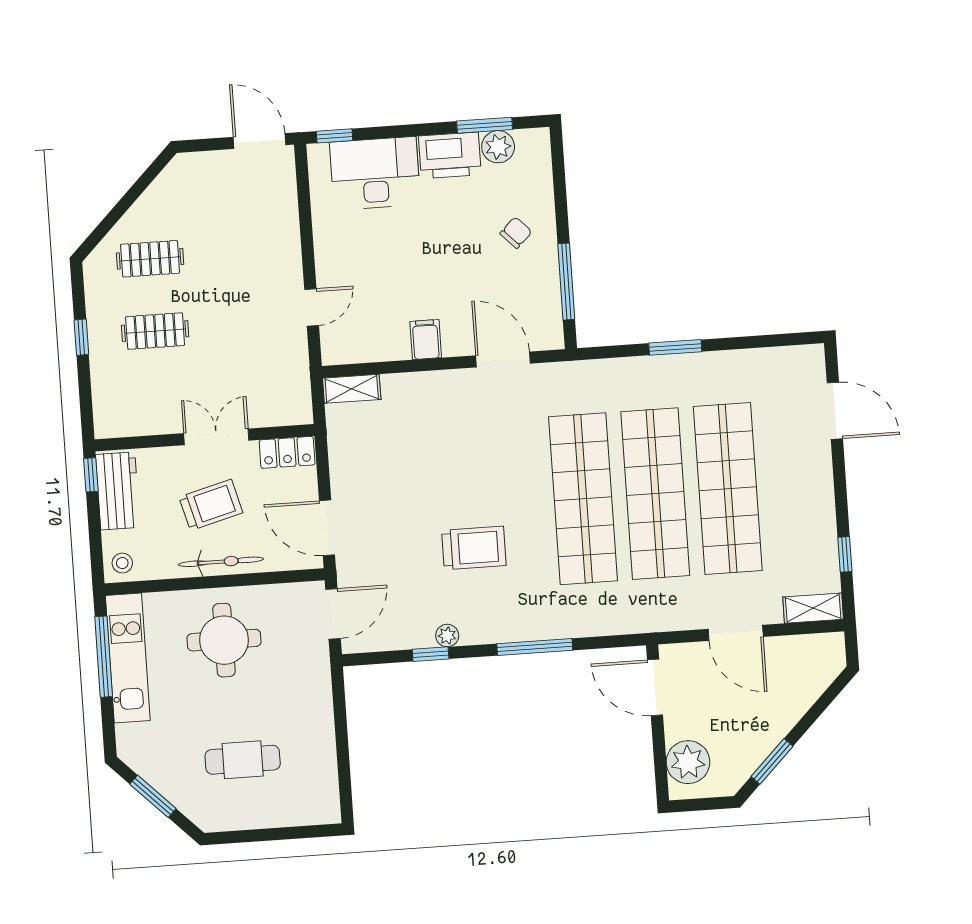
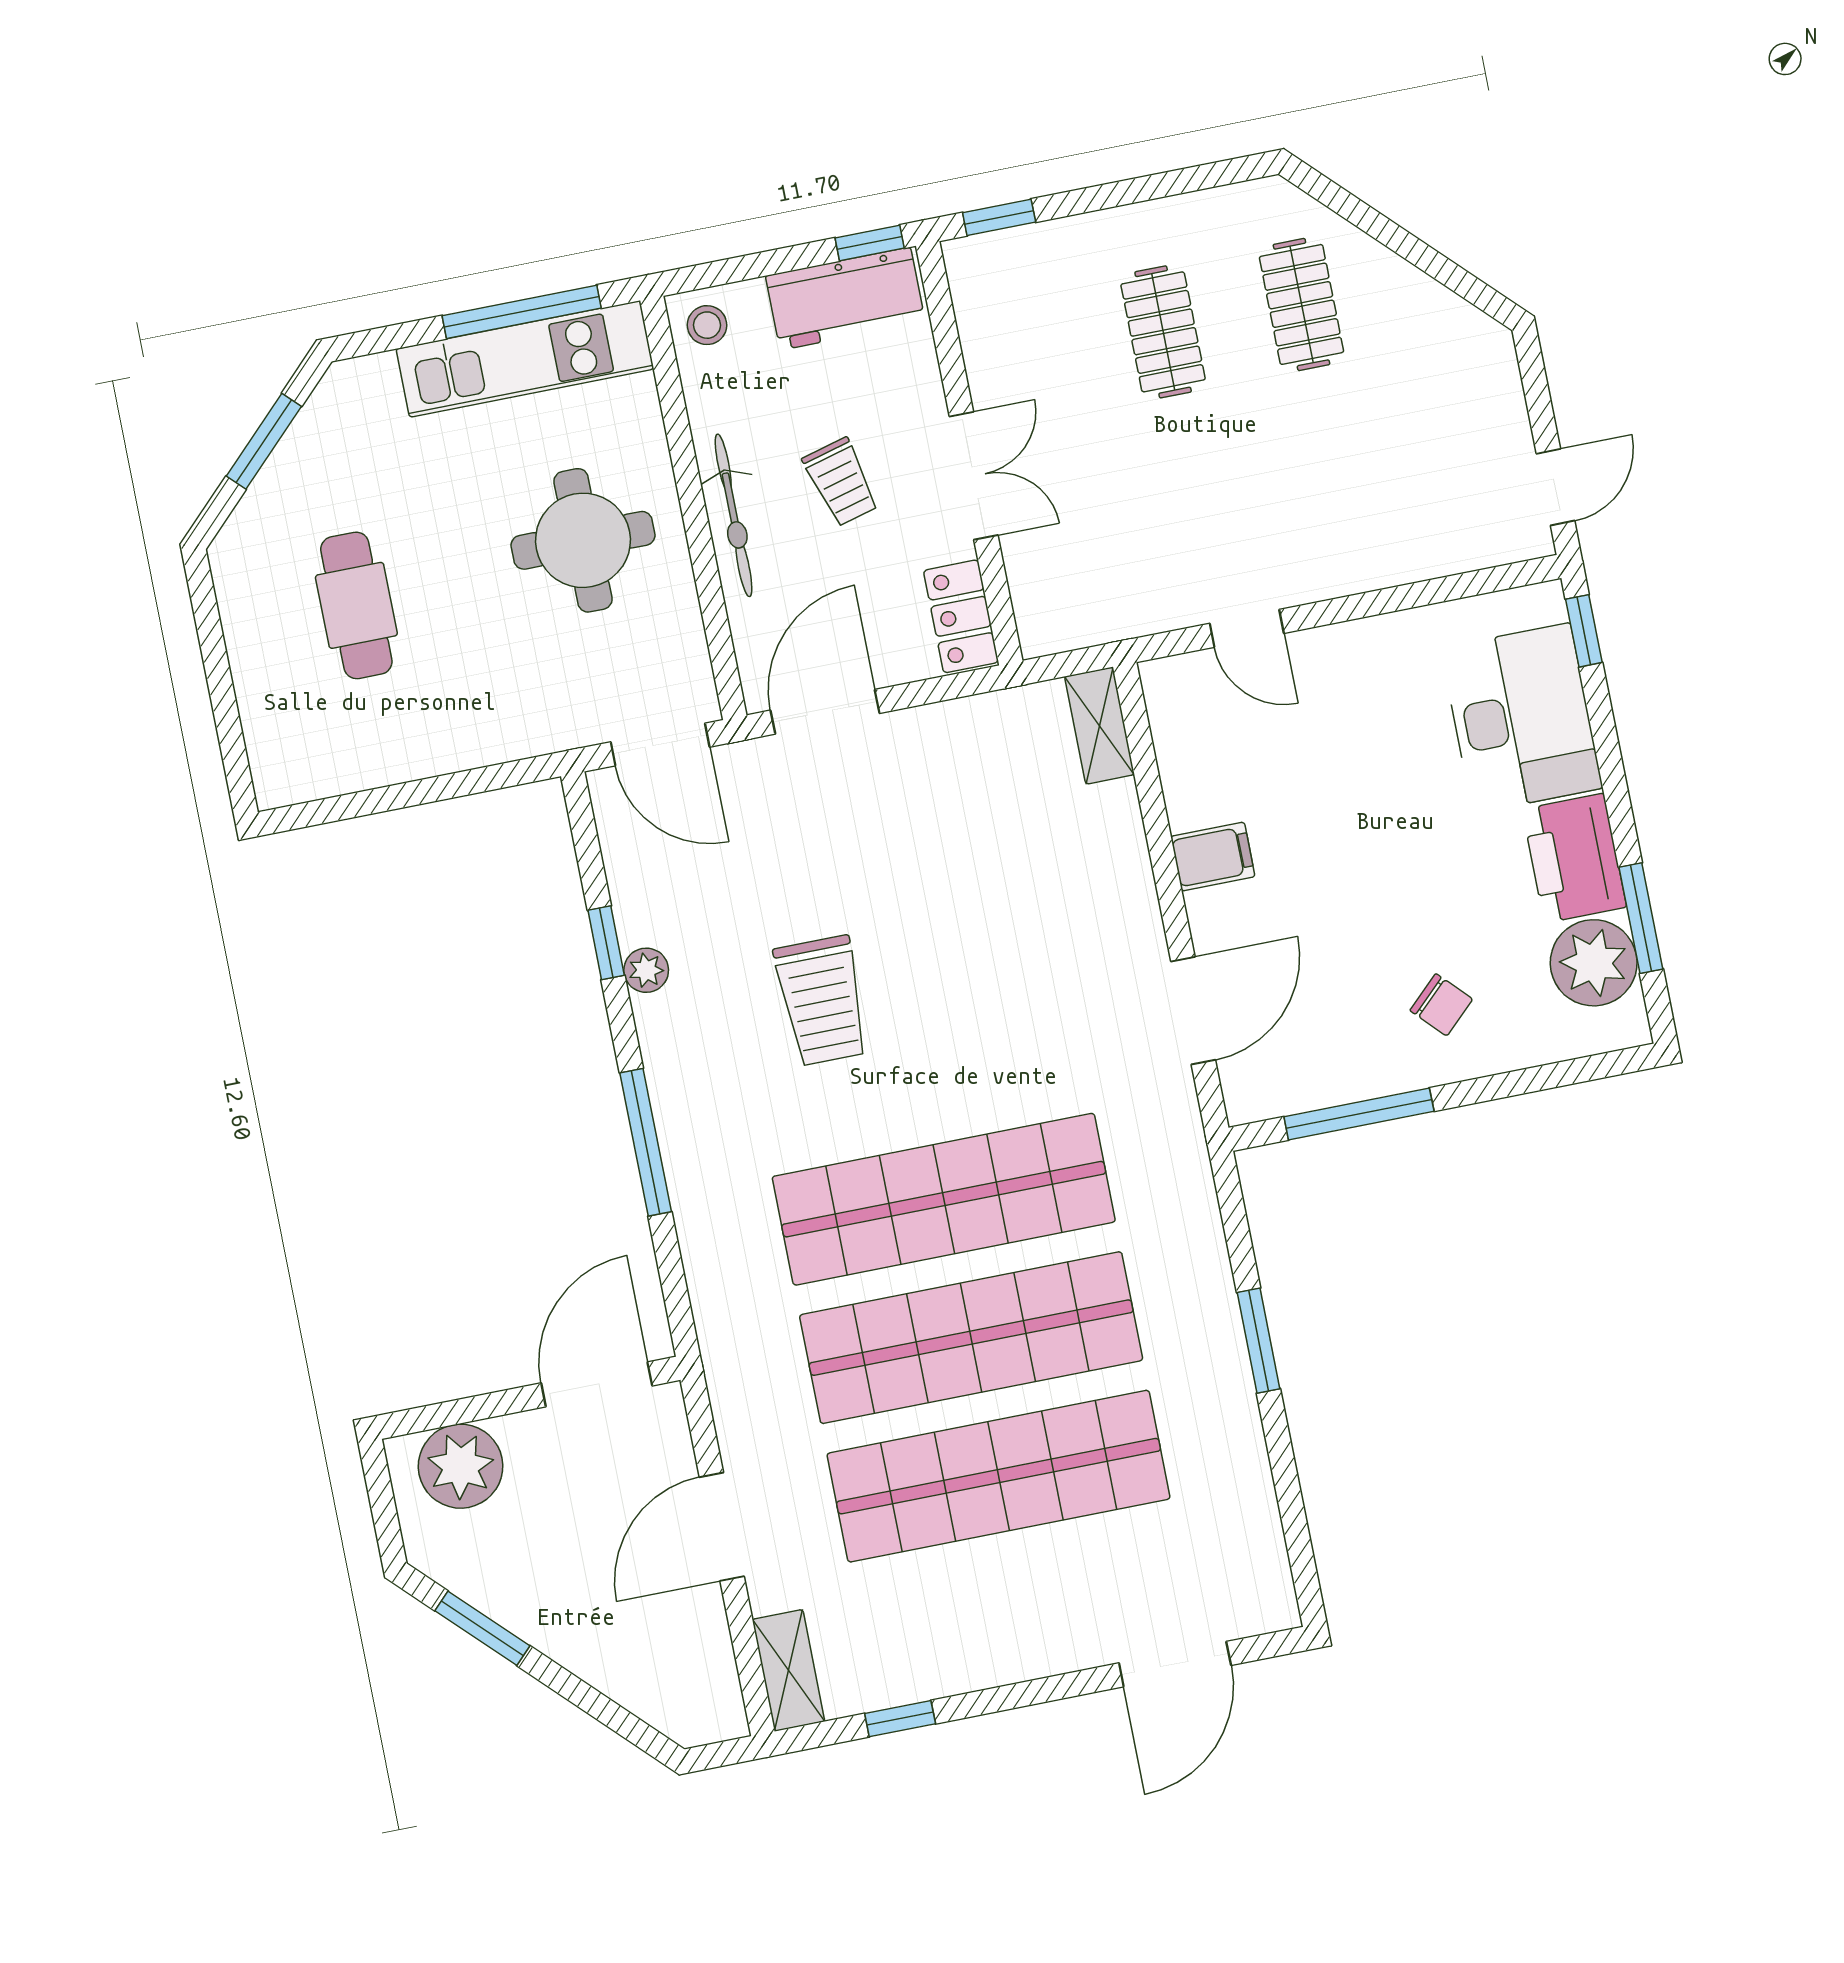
door: (259, 141) -> (1555, 487), width x0.73
plant: (498, 147) -> (1594, 963), width x1.36, depth x1.36
window: (81, 337) -> (999, 217), moved
trolley: (211, 505) -> (841, 482), width x0.73, depth x0.72

